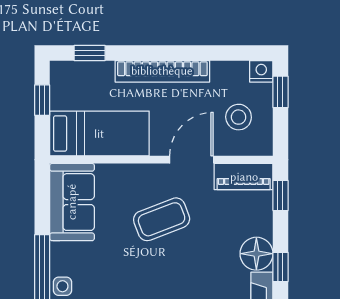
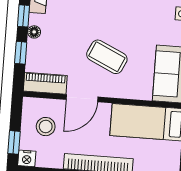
window: (280, 195) -> (21, 53), moved
coffee table: (162, 219) -> (107, 57), turned 46
floor lamp: (256, 254) -> (34, 32), width x0.53, depth x0.53

